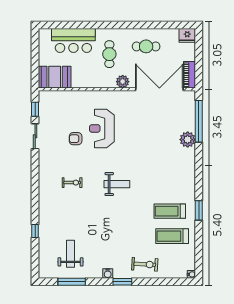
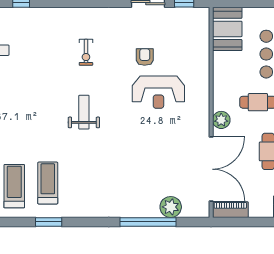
window: (199, 121) -> (148, 222), moved
reception desk: (102, 128) -> (158, 92), turned 180
plant: (188, 140) -> (171, 207), moved
weight bench: (117, 184) -> (84, 112), turned 180

